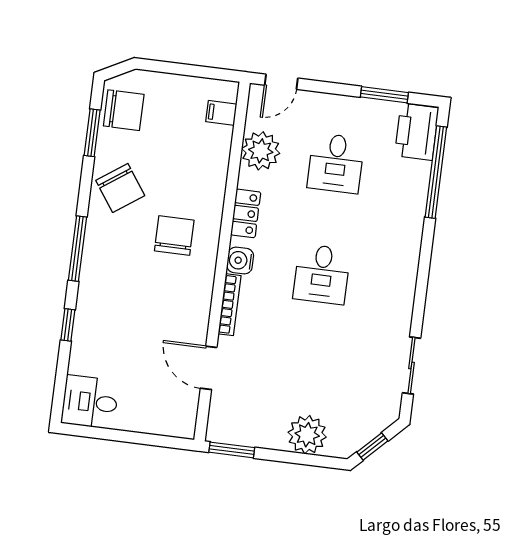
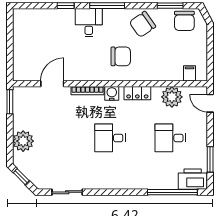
desk: (90, 402) -> (89, 23), moved

